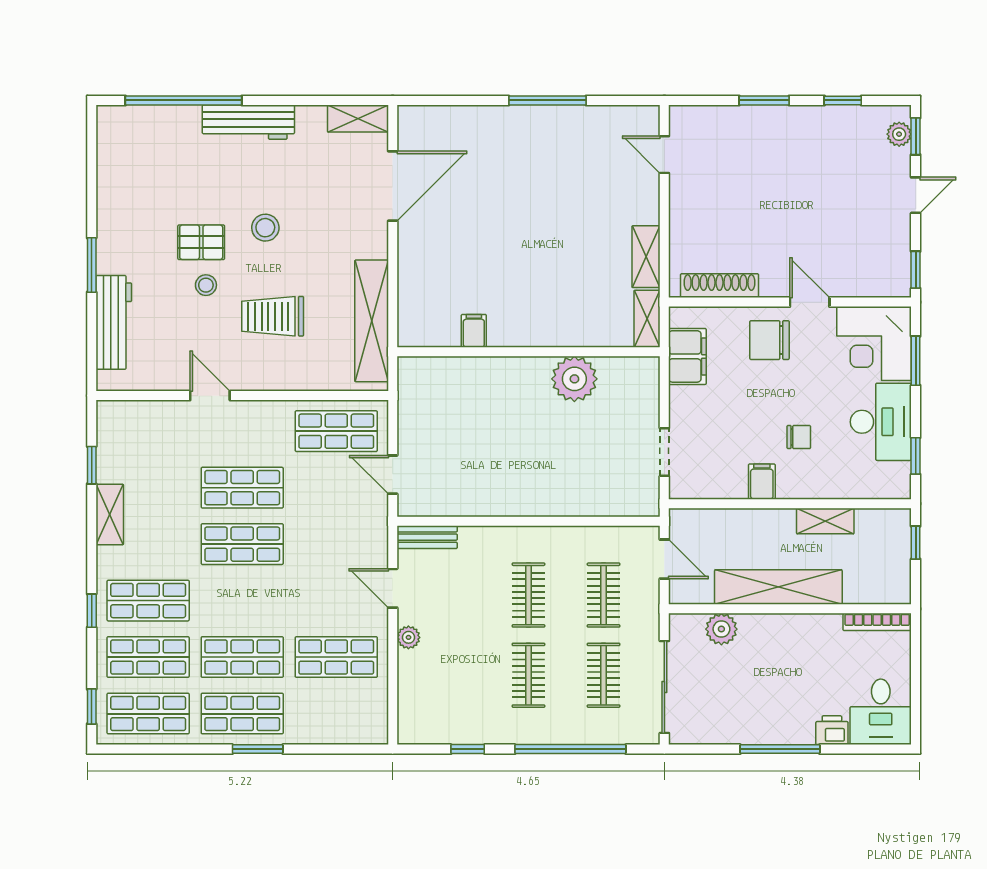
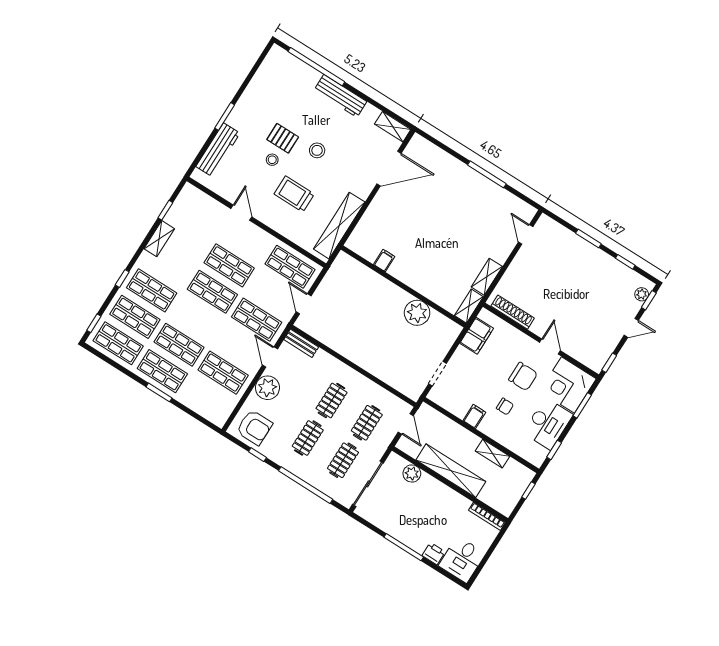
chair: (770, 340) -> (523, 376), moved, turned 180
shop shelf: (336, 544) -> (257, 320), added
plant: (408, 637) -> (267, 388), width x1.87, depth x1.87
armchair: (437, 711) -> (254, 427), added

